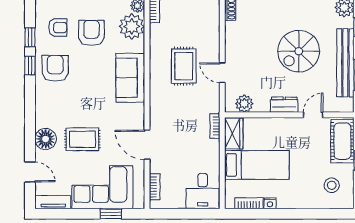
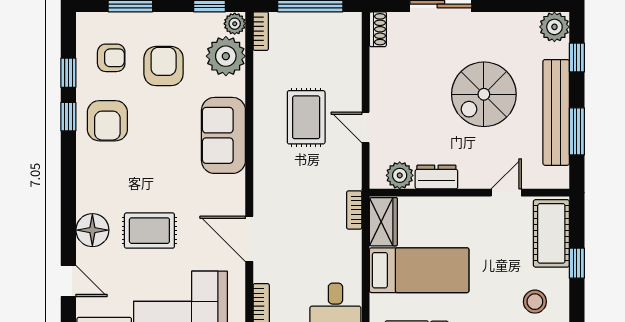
armchair: (55, 68) -> (107, 121), turned 180
dresser: (284, 105) -> (436, 177), moved

